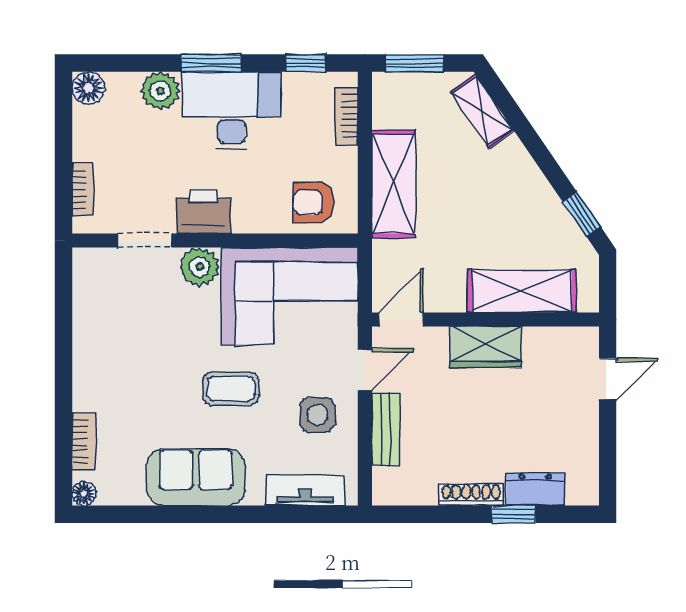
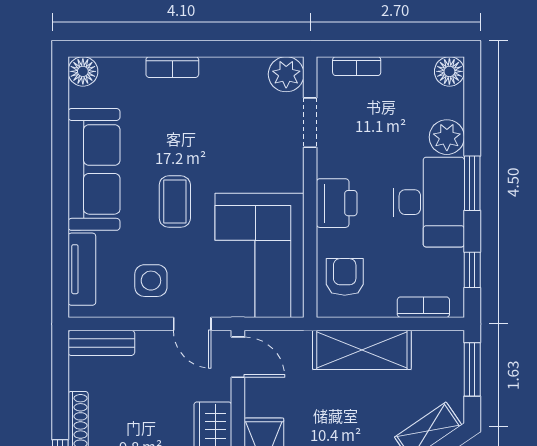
printer: (204, 211) -> (337, 203), moved
plant: (199, 267) -> (286, 74), moved
bench: (386, 429) -> (101, 343), moved
bookcase: (84, 441) -> (172, 67), moved
sofa: (196, 477) -> (94, 169), width x1.36
floor lamp: (84, 494) -> (83, 71), width x1.37, depth x1.37

